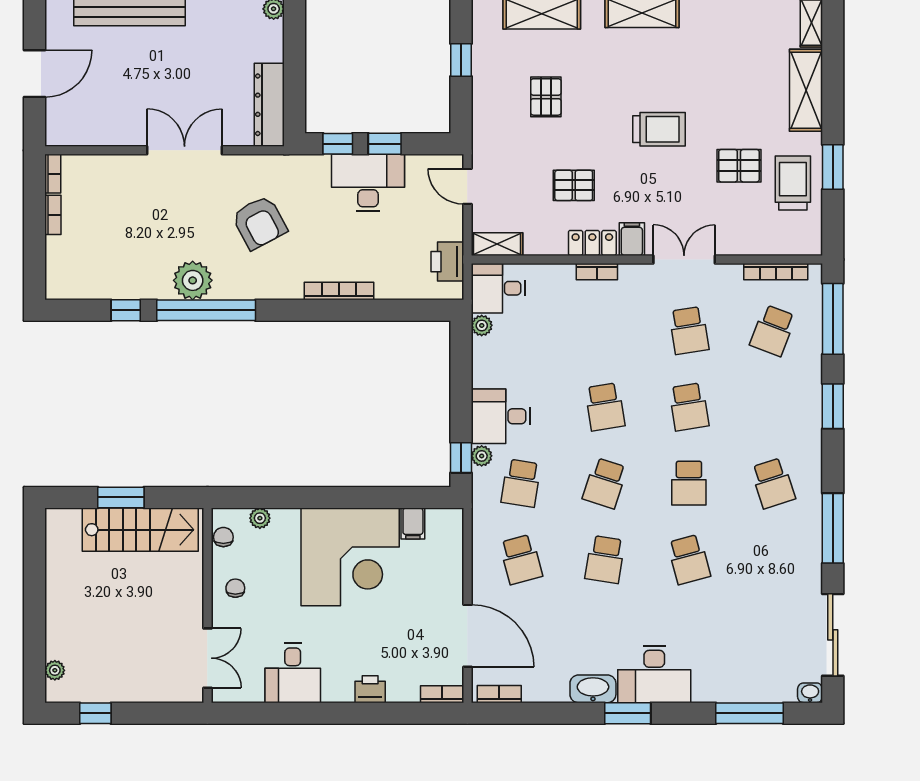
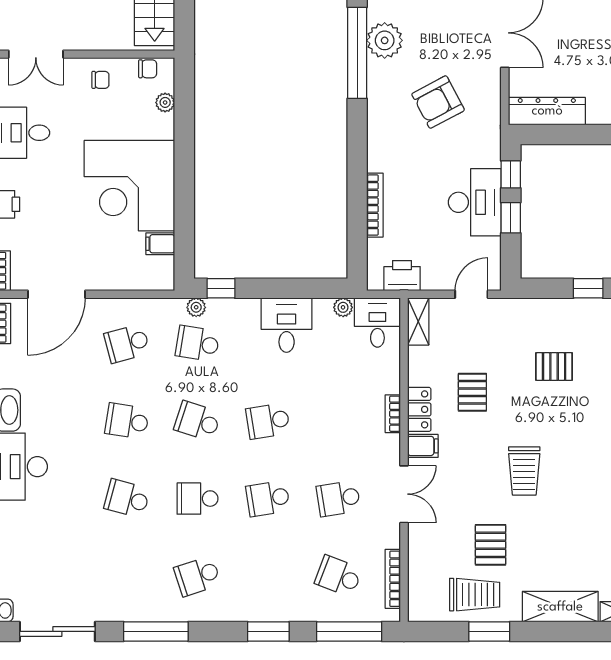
bookcase: (339, 291) -> (375, 205), moved
desk: (501, 416) -> (287, 325), moved
plant: (482, 456) -> (196, 307), moved
school desk: (689, 559) -> (127, 499), turned 30

